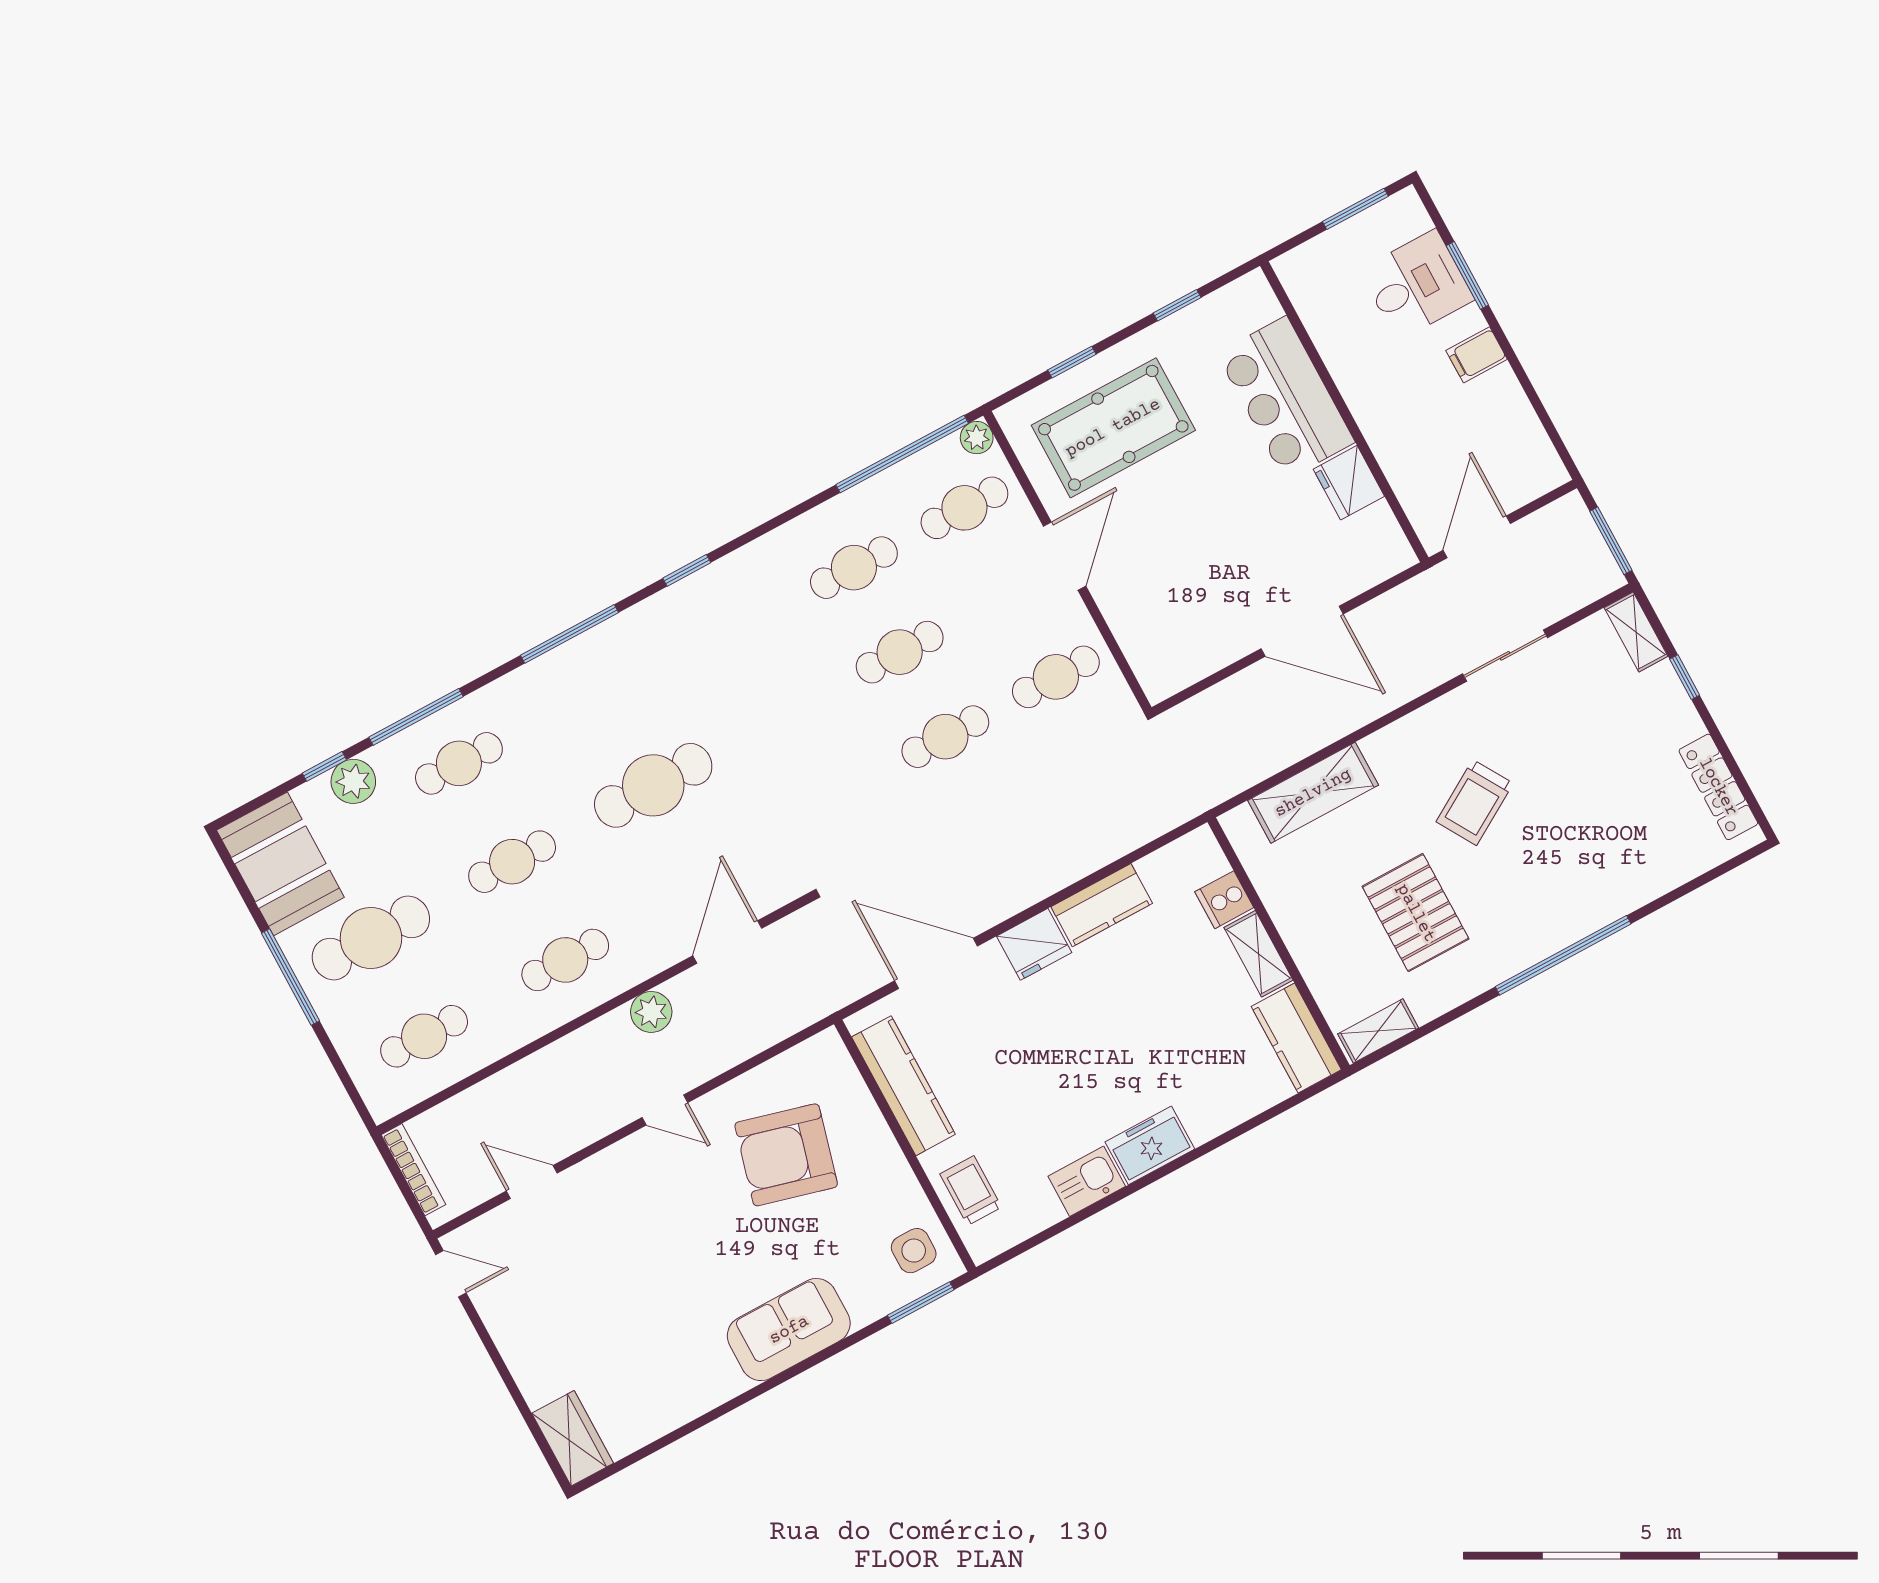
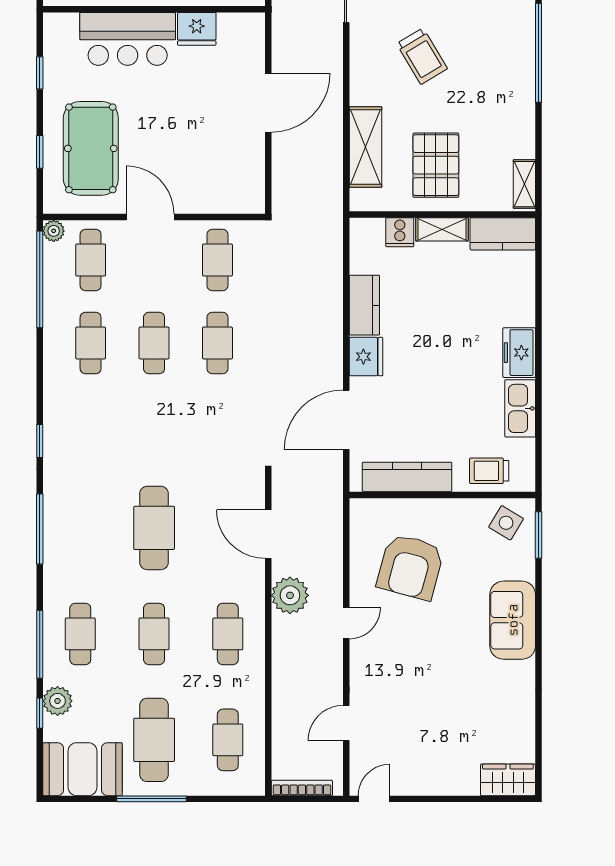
pallet: (1416, 913) -> (436, 165), moved, turned 90
plant: (651, 1012) -> (290, 595), width x1.36, depth x1.36
kitchen sink: (1087, 1181) -> (520, 408), width x1.38
side table: (914, 1251) -> (506, 523), turned 31

